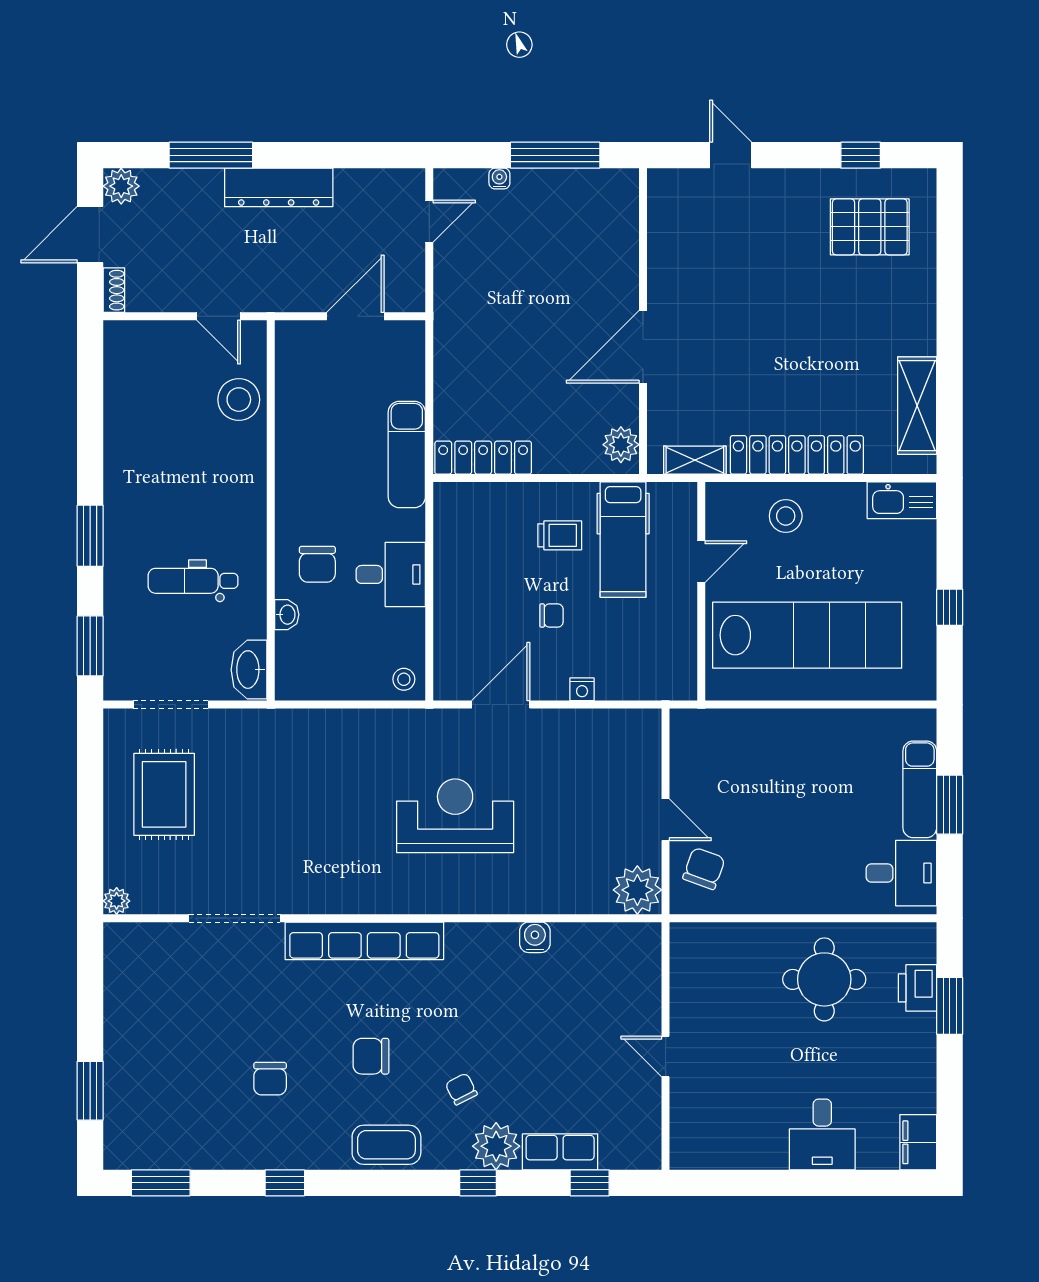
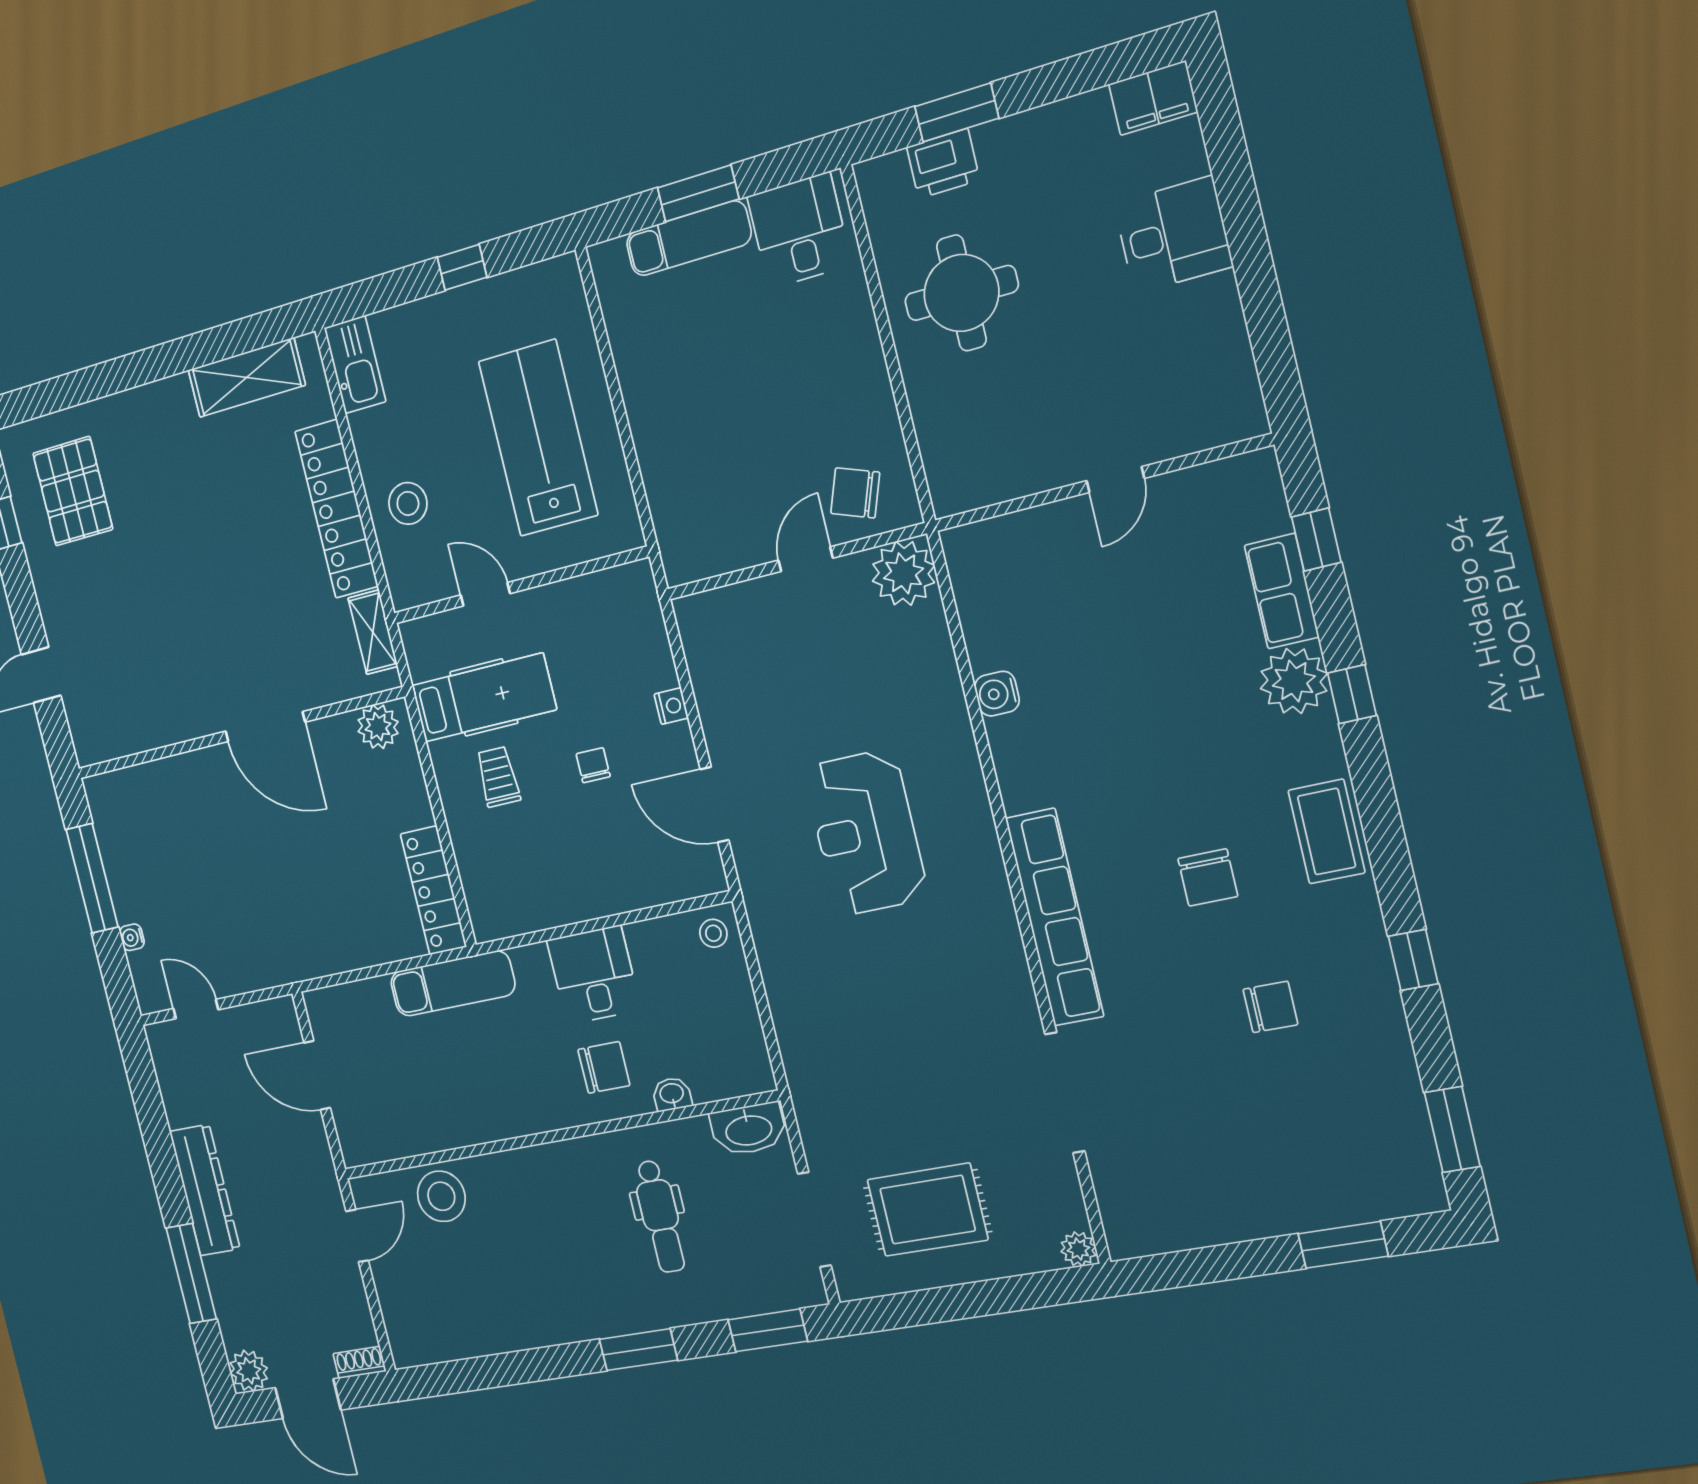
lab bench: (807, 635) -> (538, 438), width x0.73
chair: (461, 1089) -> (1225, 746), removed

